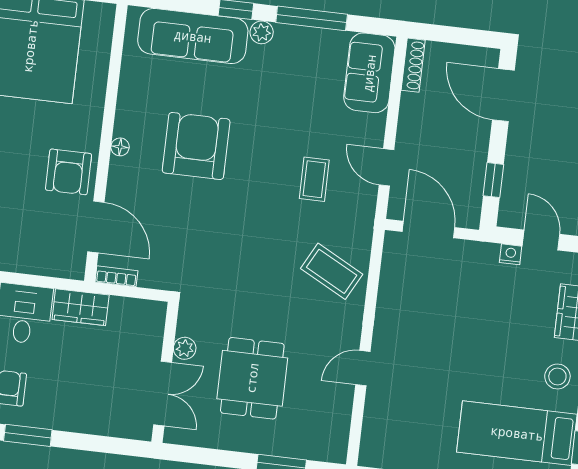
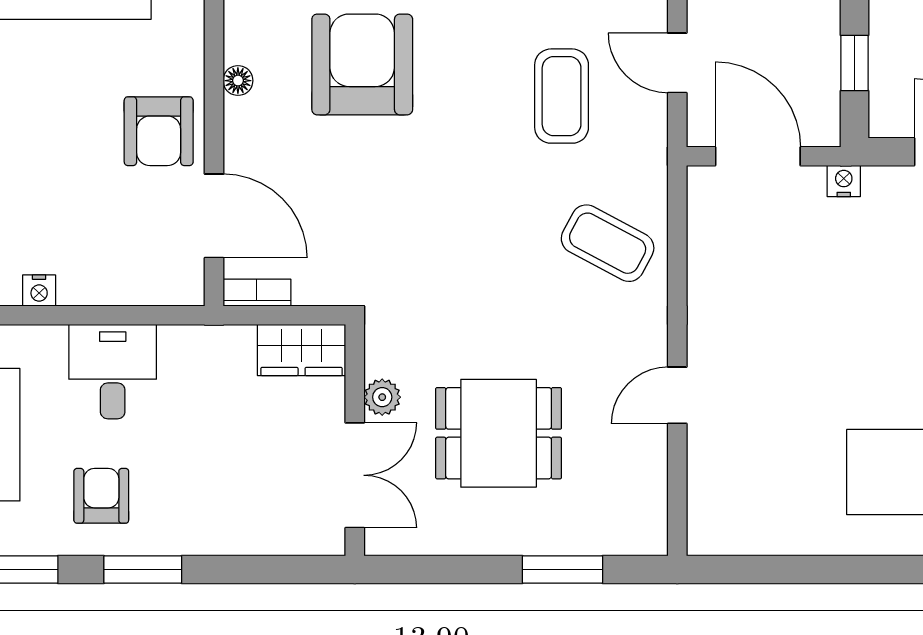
coffee table: (314, 179) -> (562, 96), width x1.36, depth x1.30
nightstand: (511, 254) -> (844, 181), moved
wardrobe: (81, 307) -> (302, 350), moved
dining table: (252, 378) -> (499, 433), turned 90

